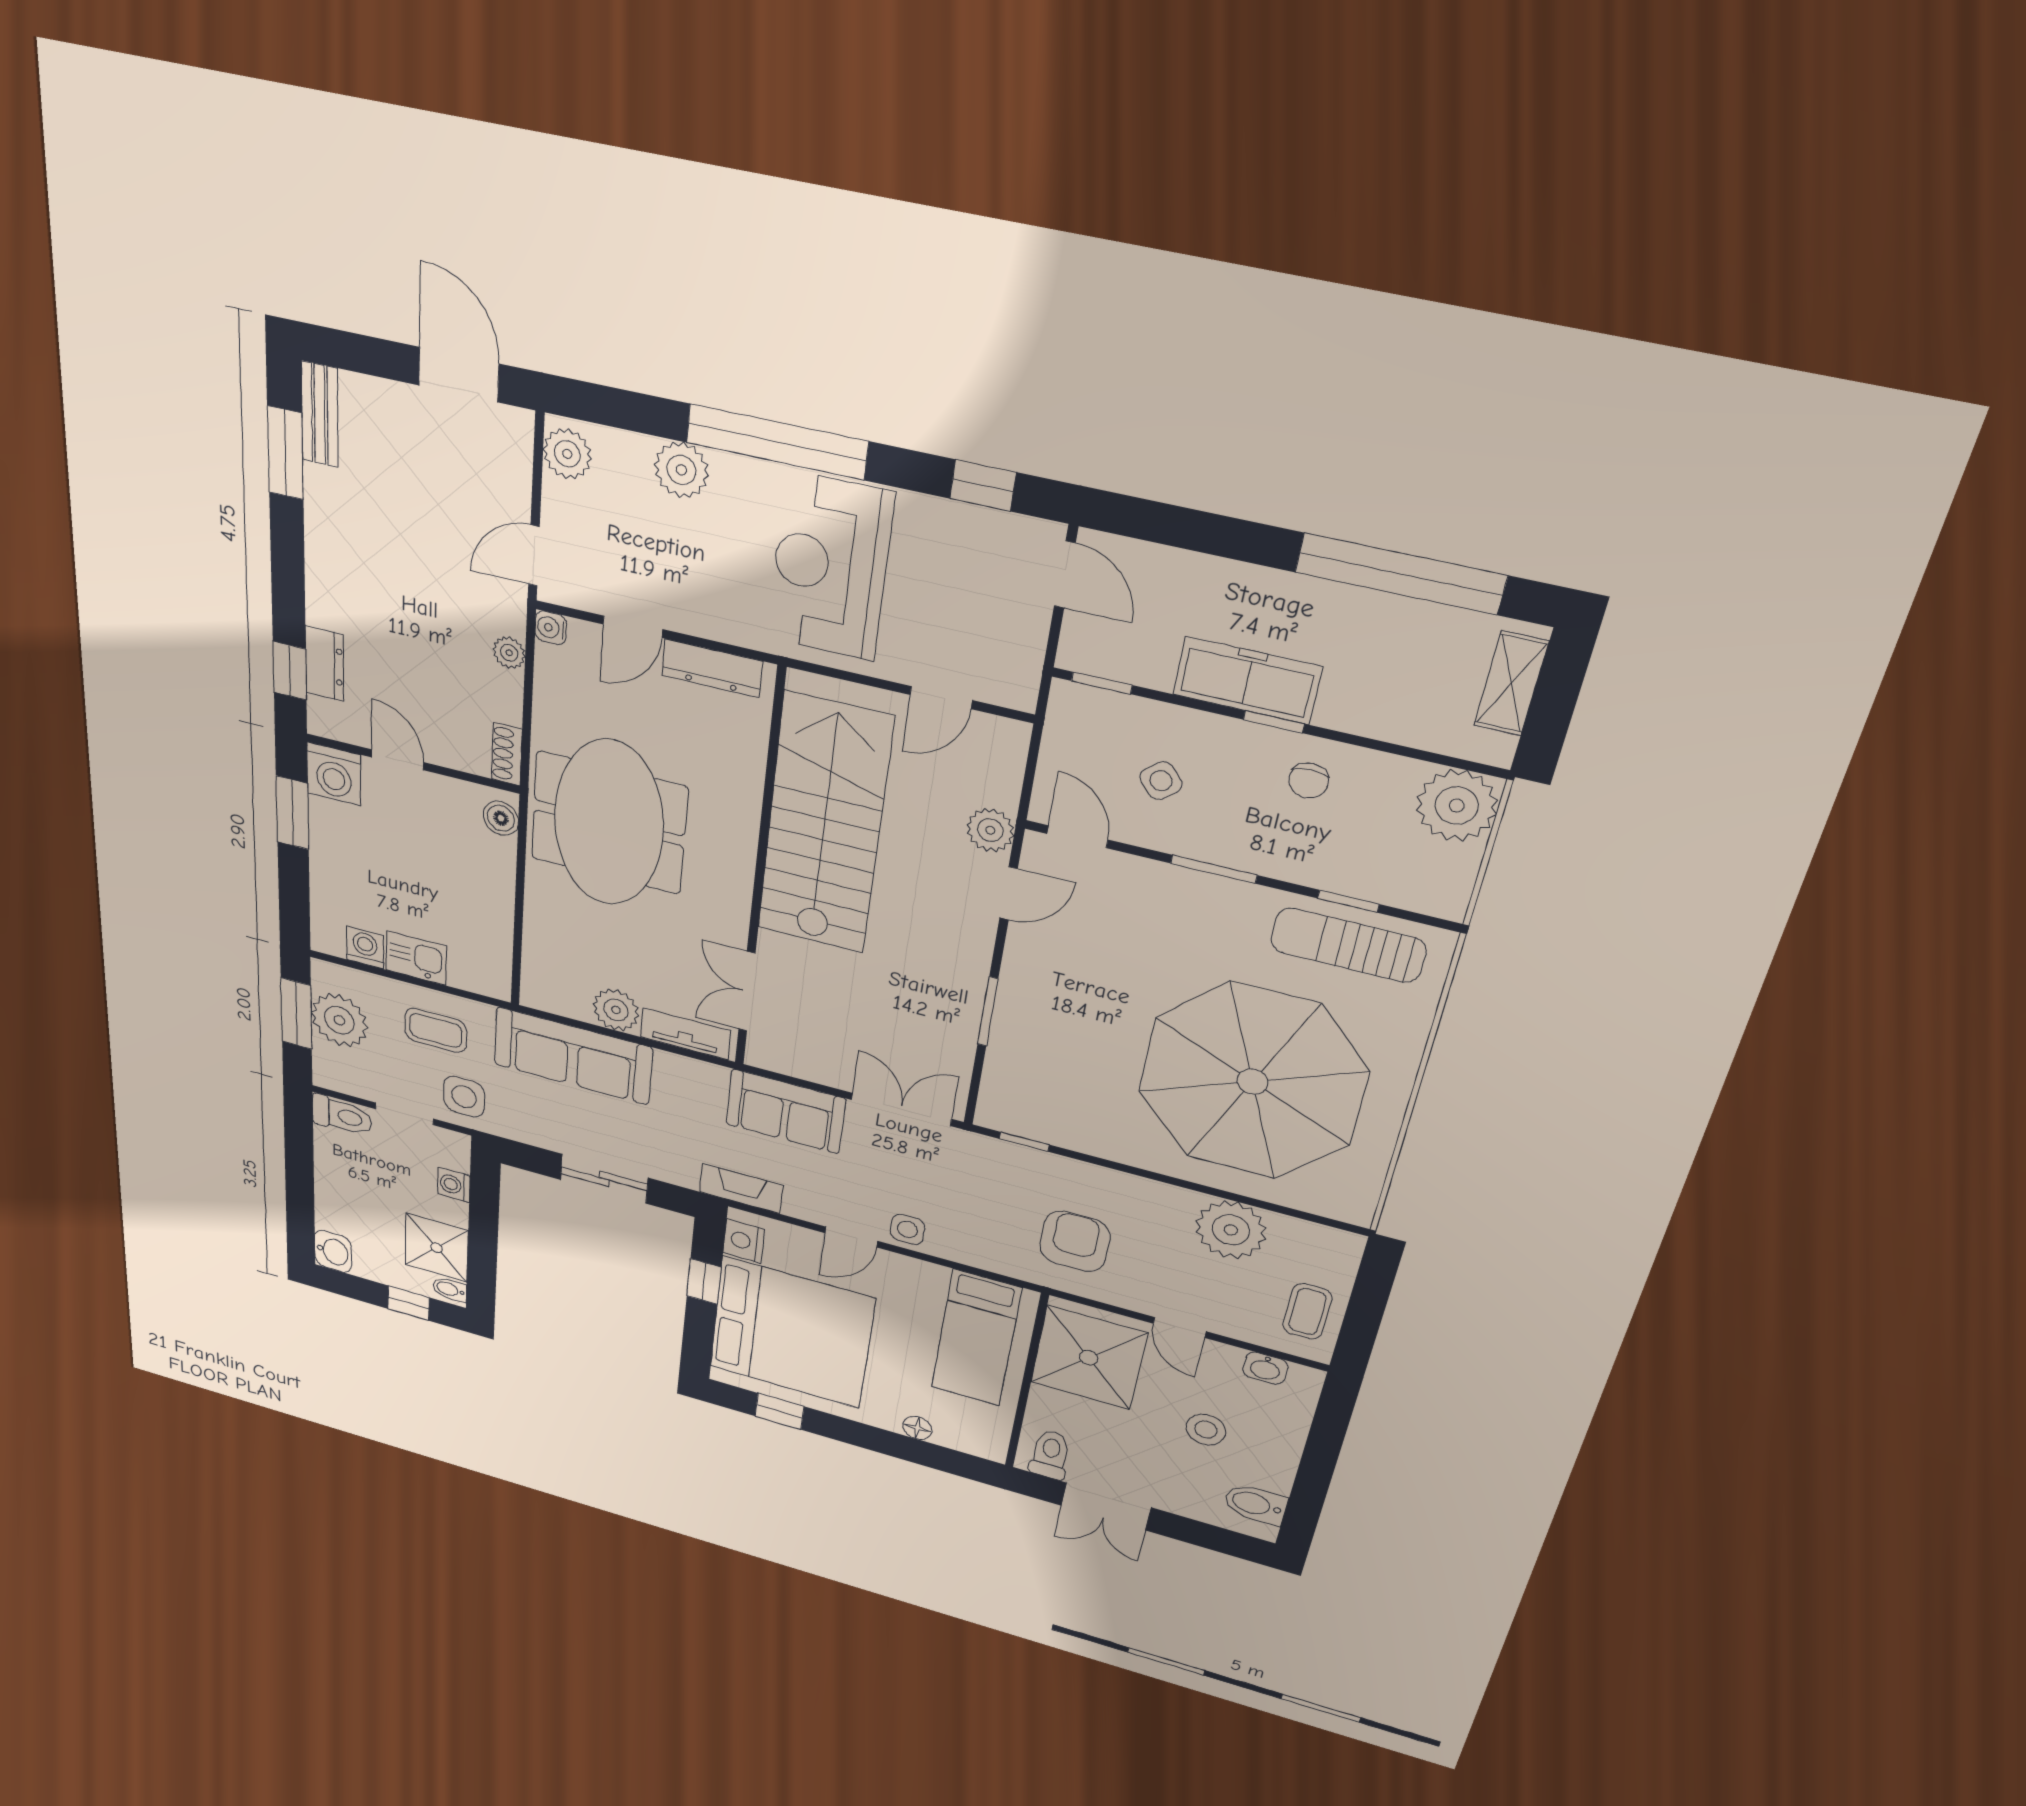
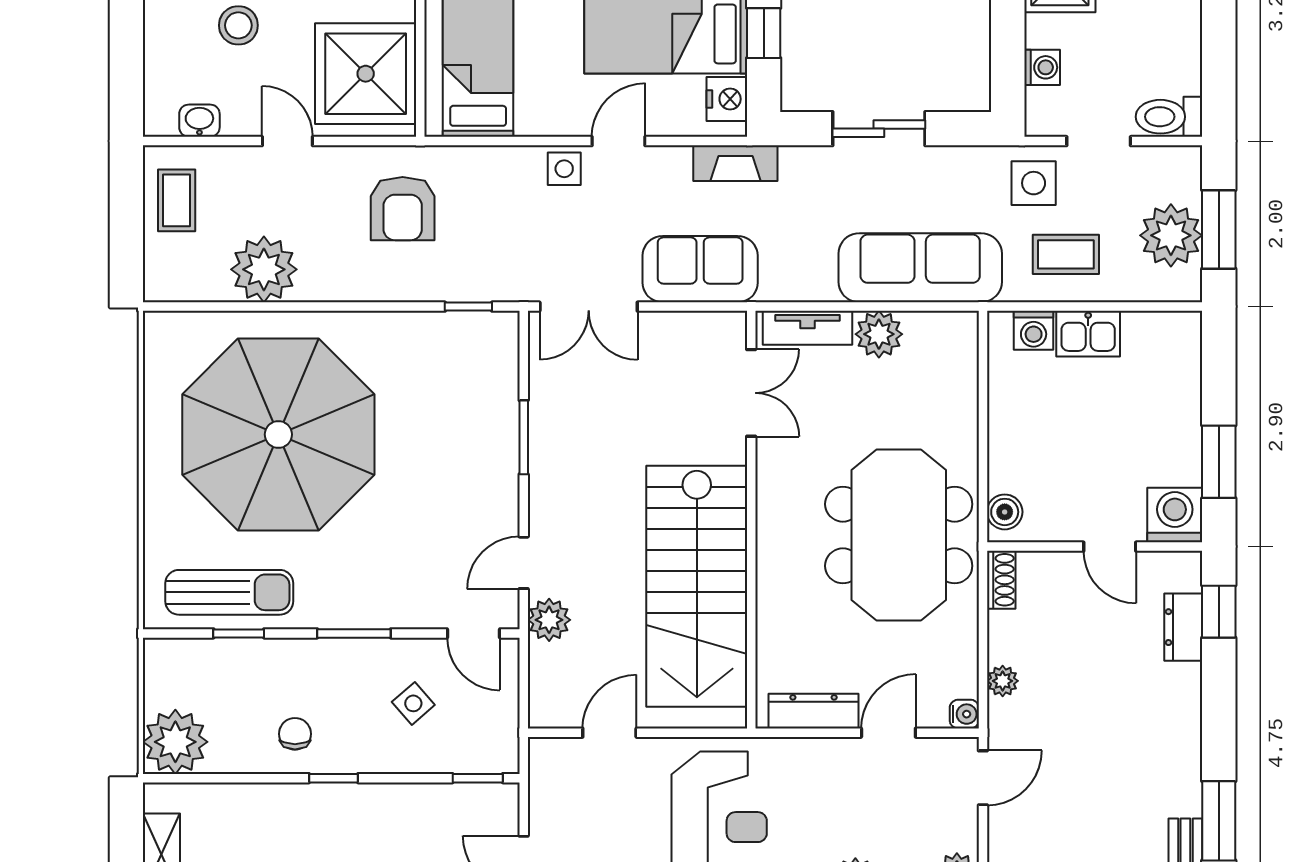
freezer: (1247, 680) -> (362, 808), removed
washing machine: (365, 948) -> (1034, 330), moved

